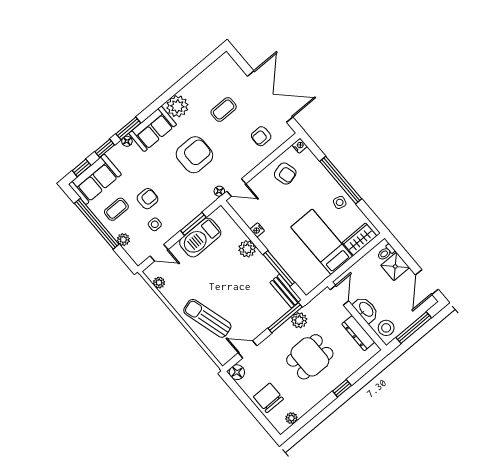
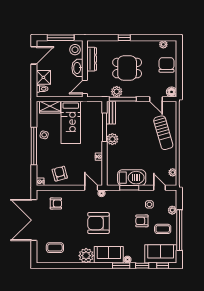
coffee table: (224, 110) -> (55, 248), moved
plant: (247, 249) -> (112, 139), moved
chair: (268, 398) -> (166, 65), turned 180

